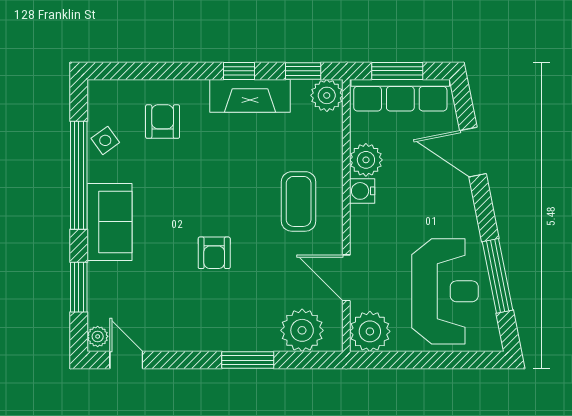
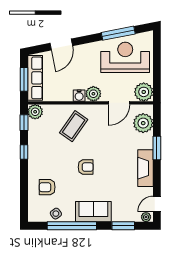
fireplace: (250, 96) -> (145, 168), moved, turned 180
plant: (366, 160) -> (93, 94), moved
coffee table: (299, 201) -> (74, 126), moved, turned -55
armchair: (214, 253) -> (86, 167), moved

